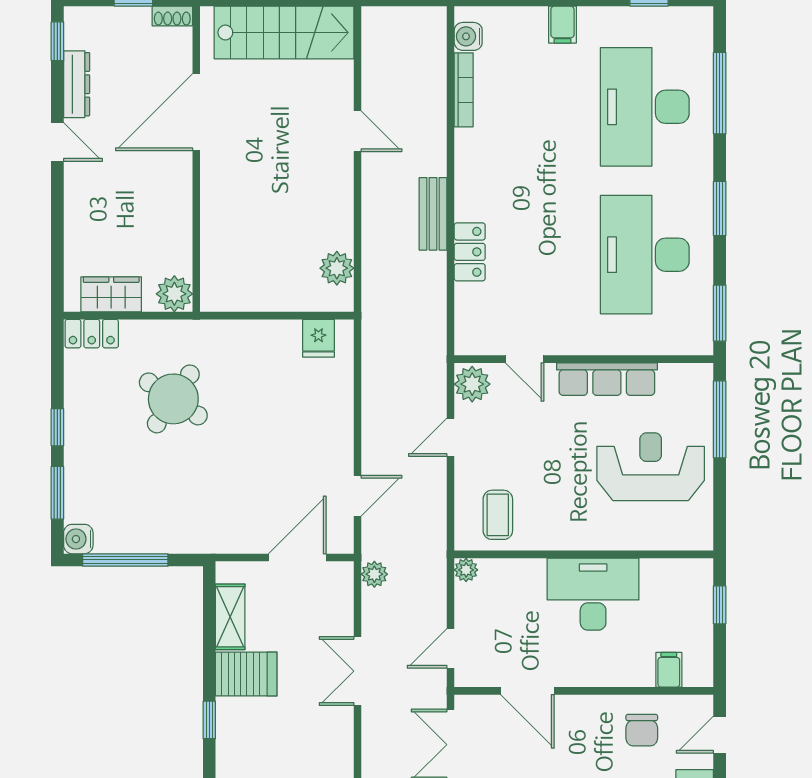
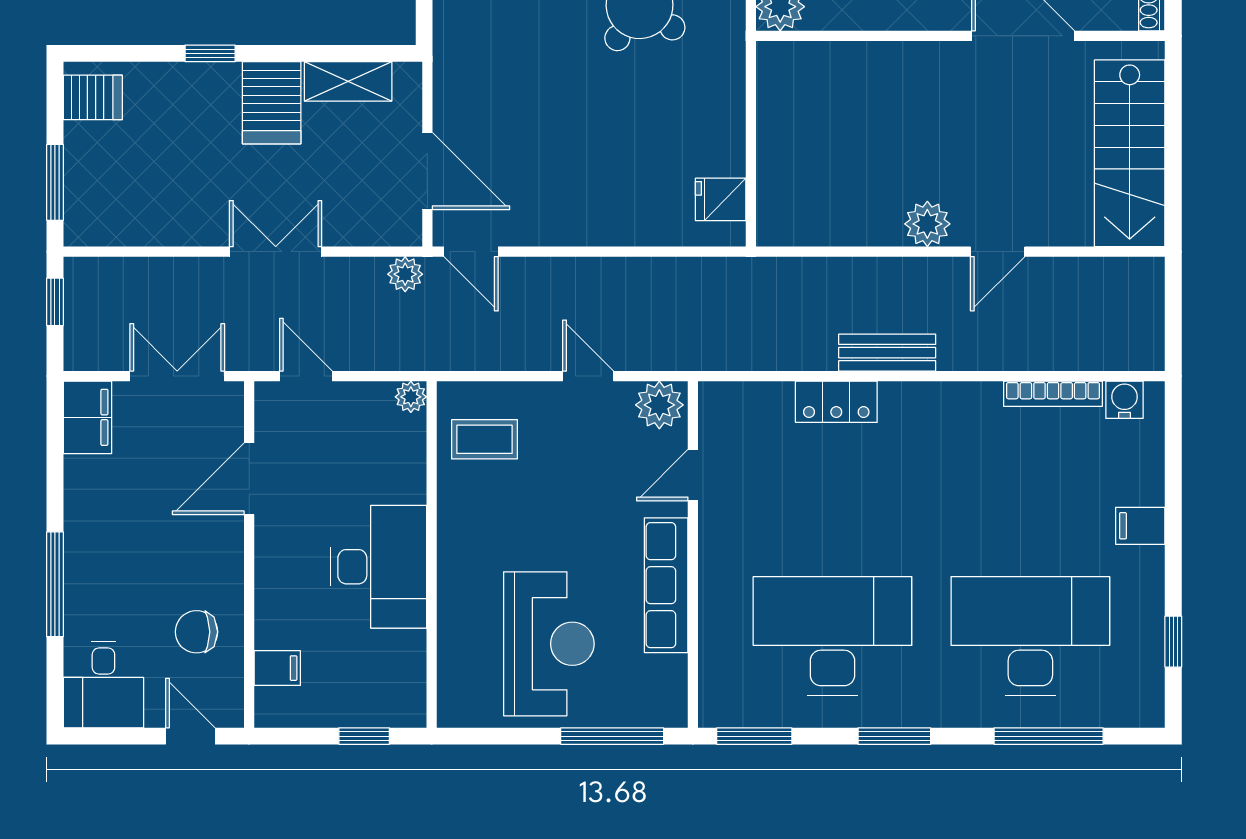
plant: (337, 268) -> (927, 224), moved
door: (358, 496) -> (471, 252), moved

